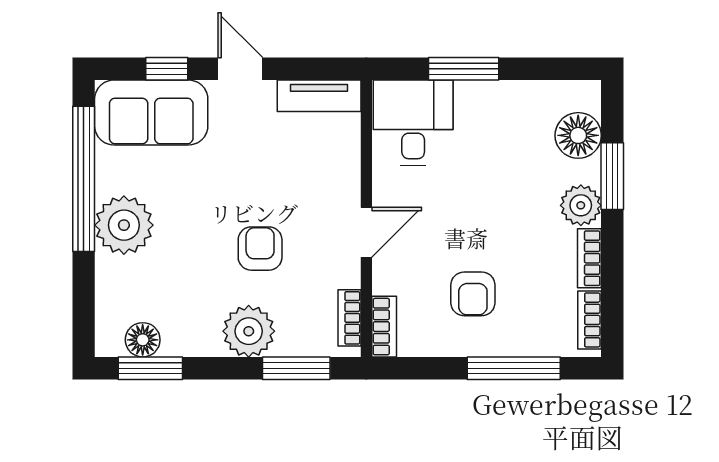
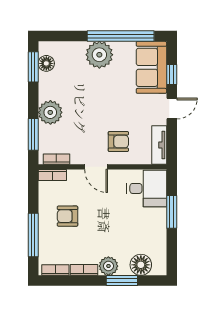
armchair: (260, 249) -> (118, 142), moved

